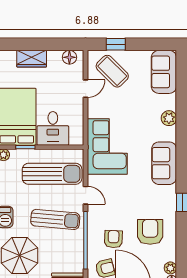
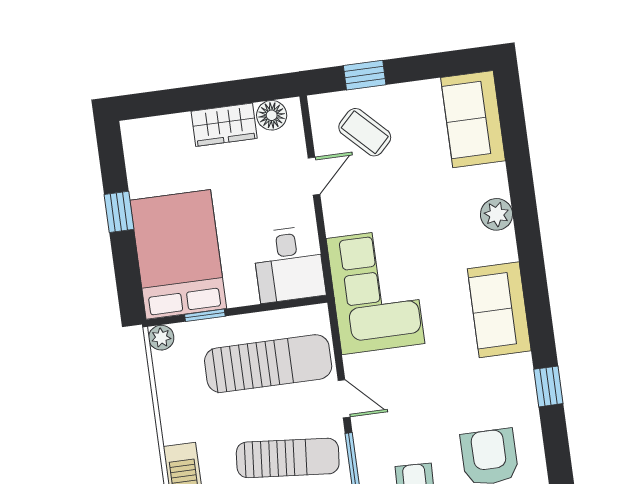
wardrobe: (32, 59) -> (224, 125), moved
coffee table: (112, 71) -> (365, 132), width x0.73, depth x0.77
desk: (53, 128) -> (289, 264), moved

